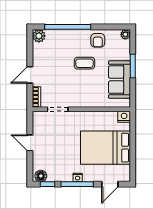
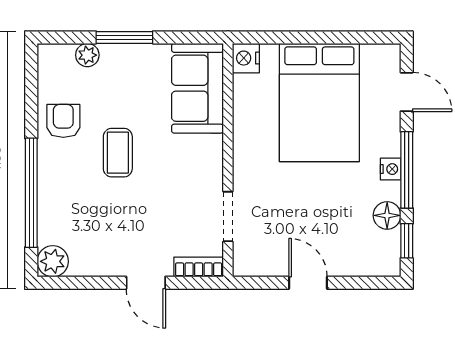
plant: (125, 34) -> (87, 55), moved
armchair: (98, 40) -> (63, 121), turned -90
sofa: (119, 80) -> (197, 88), moved, turned 90
door: (30, 143) -> (308, 283), swing flipped
floor lamp: (41, 176) -> (387, 215), moved

